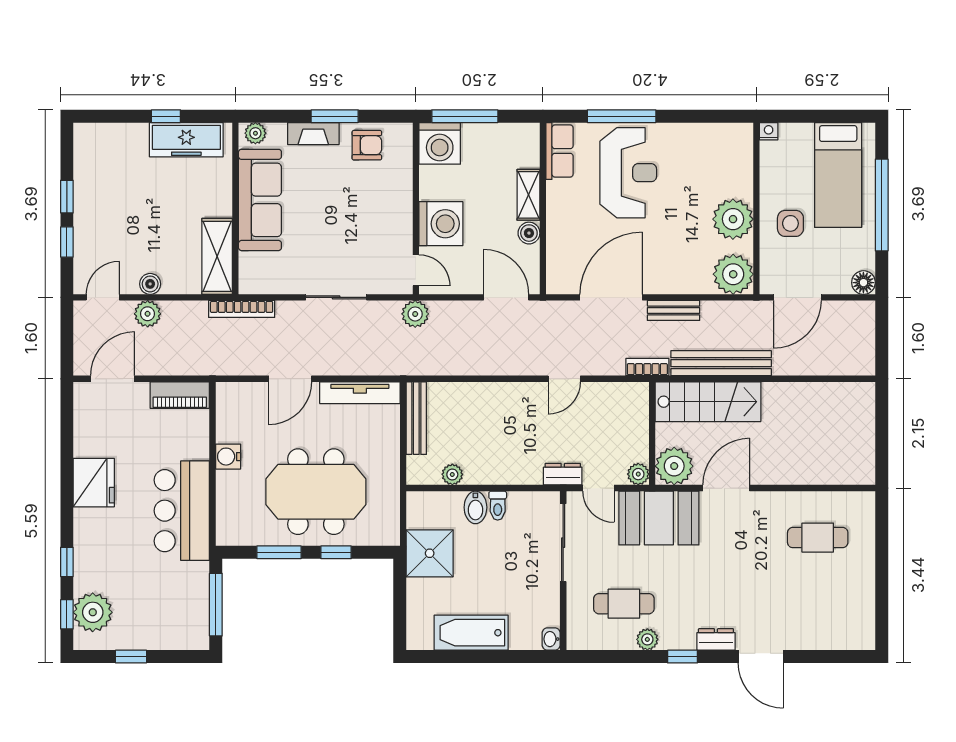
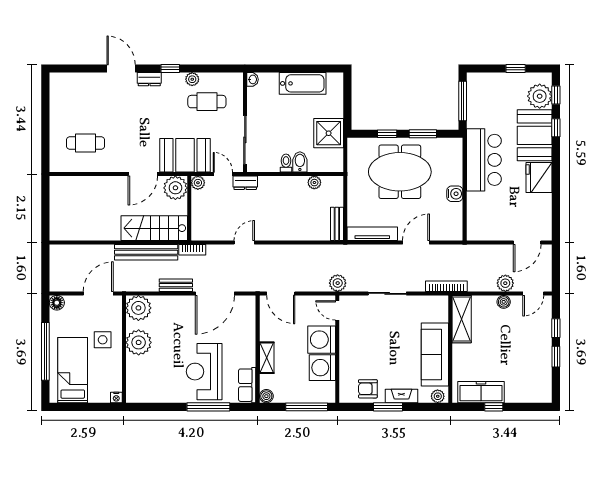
washing machine: (440, 143) -> (322, 368), moved, turned -90
boiler: (529, 233) -> (266, 396), moved
piano: (180, 395) -> (485, 232), removed
bench: (416, 418) -> (337, 224), width x0.73
booth: (101, 550) -> (535, 135), added

